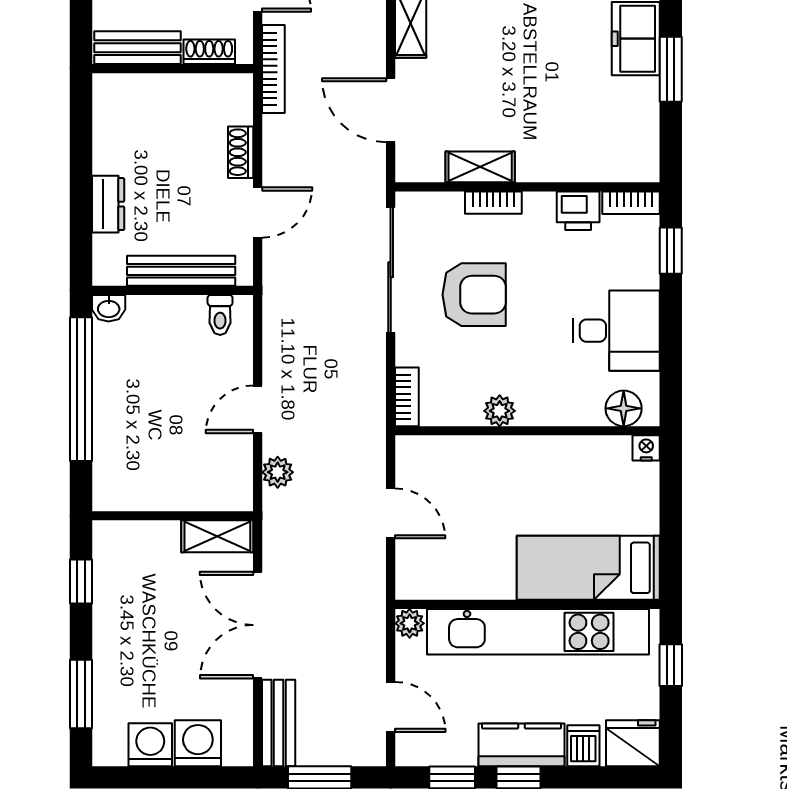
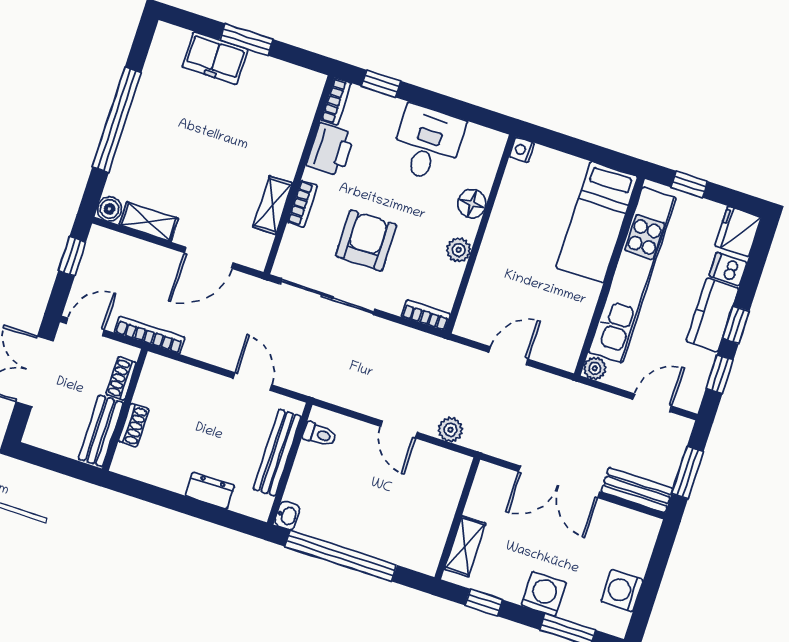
shoe rack: (241, 152) -> (134, 425), moved, turned -90
printer: (578, 211) -> (331, 150), width x1.36, depth x1.24
floor lamp: (624, 408) -> (472, 204), moved
shelving: (217, 536) -> (465, 546), moved
washing machine: (198, 743) -> (544, 594), moved, turned 90

